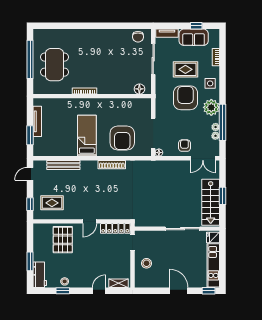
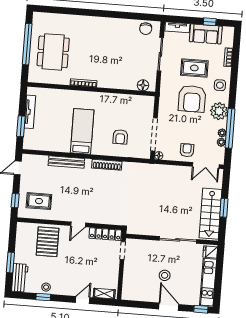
armchair: (185, 98) -> (192, 99), turned 180
armchair: (122, 138) -> (120, 137), width x0.53, depth x0.53
bench: (63, 165) -> (66, 162), moved
stool: (146, 263) -> (165, 275), moved

